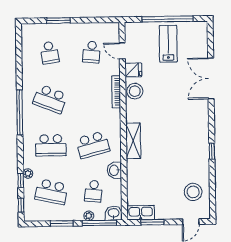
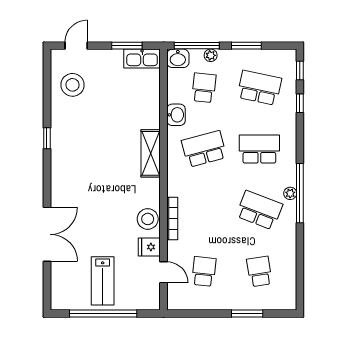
plant: (28, 173) -> (290, 193), moved

